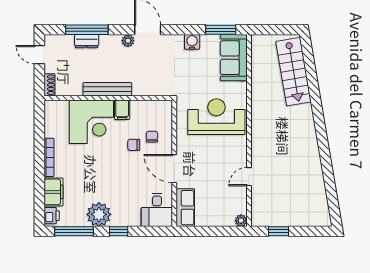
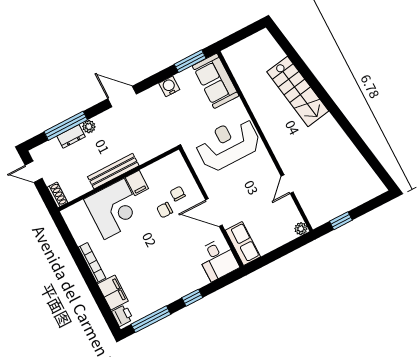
plant: (128, 41) -> (89, 127), moved
stairs: (294, 72) -> (298, 91), moved
plant: (99, 214) -> (166, 292), removed

